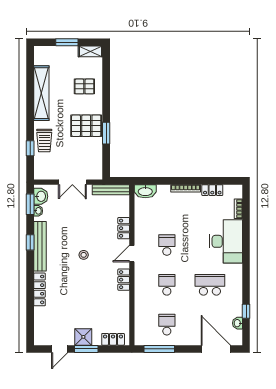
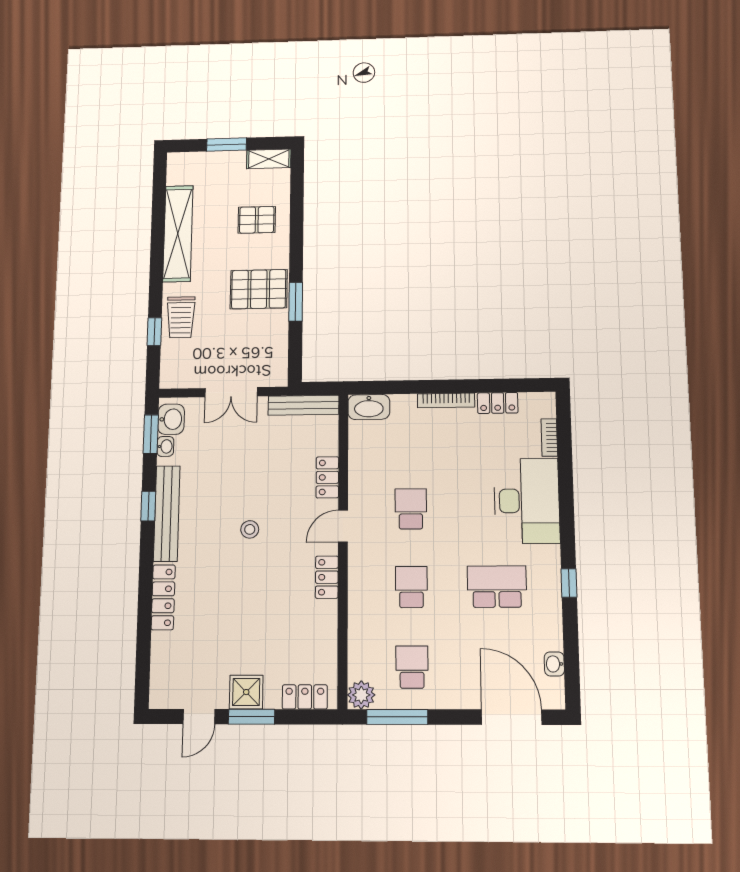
window: (246, 311) -> (569, 583), moved
plant: (141, 338) -> (361, 695), added

